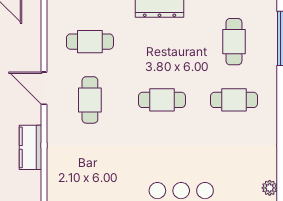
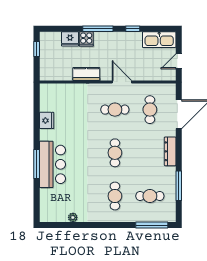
door: (44, 88) -> (122, 82), hinge flipped
plant: (270, 188) -> (73, 217), moved

